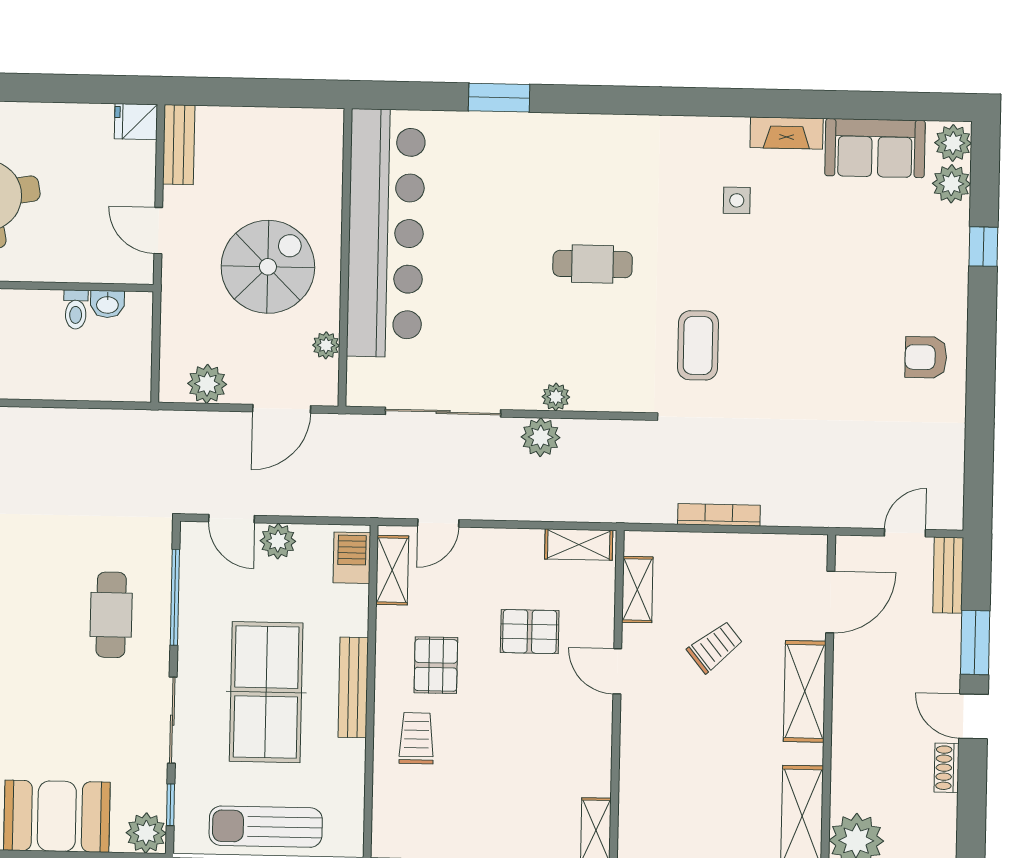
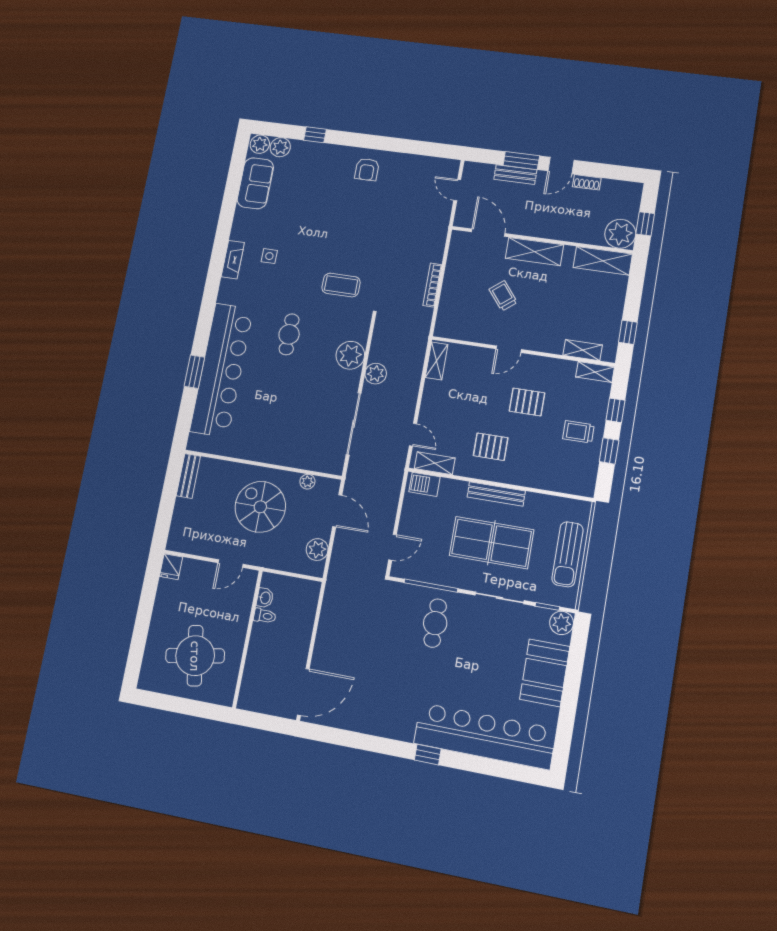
fireplace: (787, 133) -> (233, 260), moved
bench: (179, 145) -> (188, 476), moved, turned 90
bar counter: (386, 233) -> (222, 370), moved, turned 90
plant: (556, 397) -> (350, 355), width x1.88, depth x1.88
plant: (278, 541) -> (409, 524), removed
bench: (948, 575) -> (515, 175), moved
shelving: (637, 590) -> (583, 350), moved
cafe table: (111, 615) -> (435, 623), turned 90
pallet: (530, 632) -> (527, 402), moved, turned 90
trolley: (416, 738) -> (578, 432), moved

